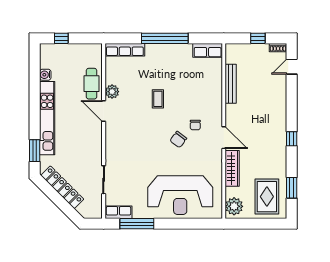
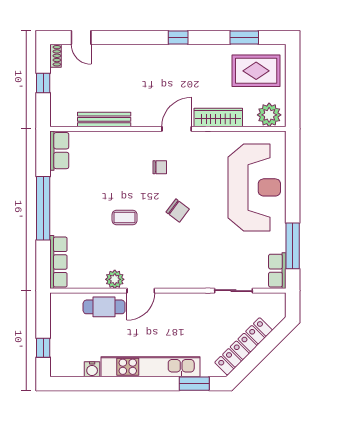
chair: (178, 139) -> (178, 210), moved

